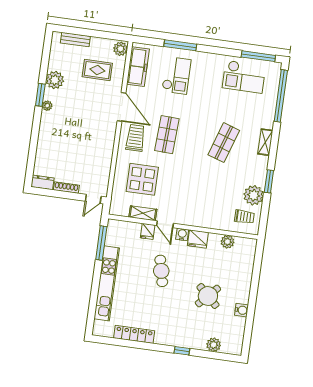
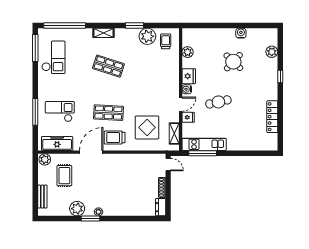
shelving: (143, 213) -> (174, 134), moved
kitchen unit: (107, 283) -> (204, 144), moved, width x0.73

